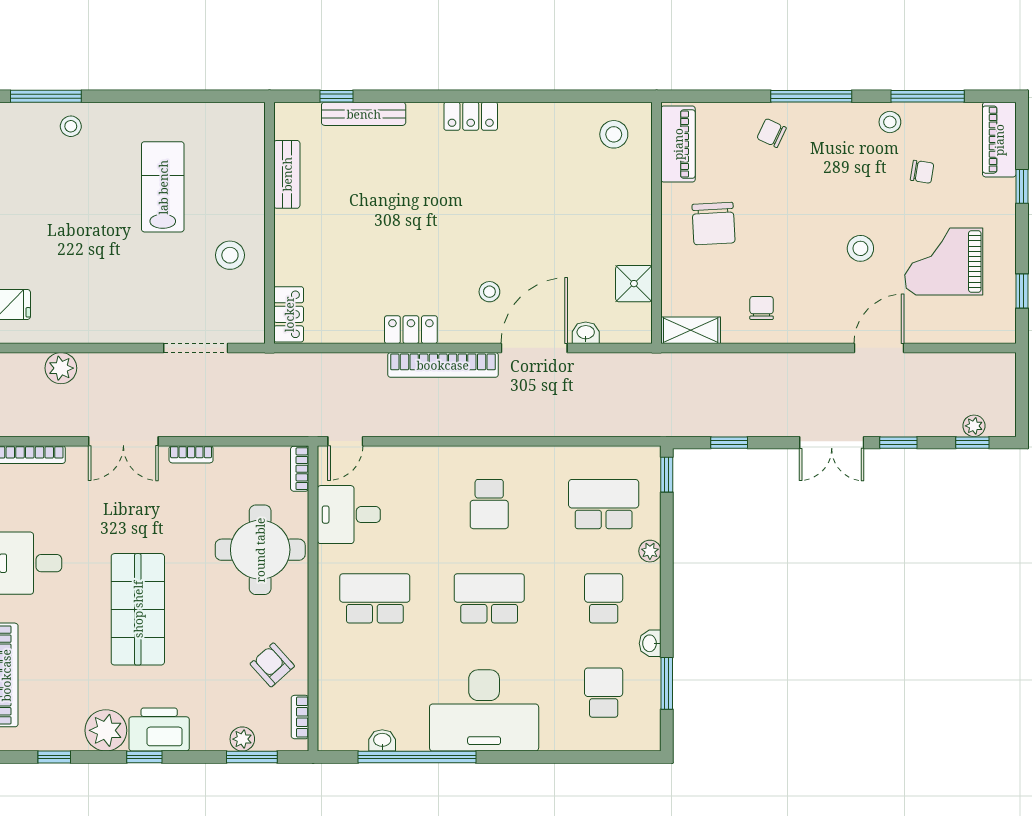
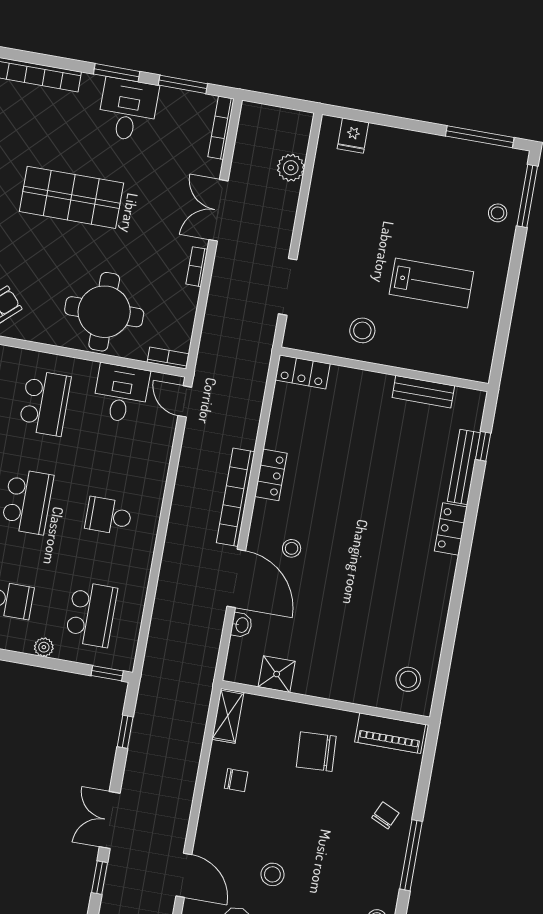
locker: (471, 116) -> (451, 529), moved

